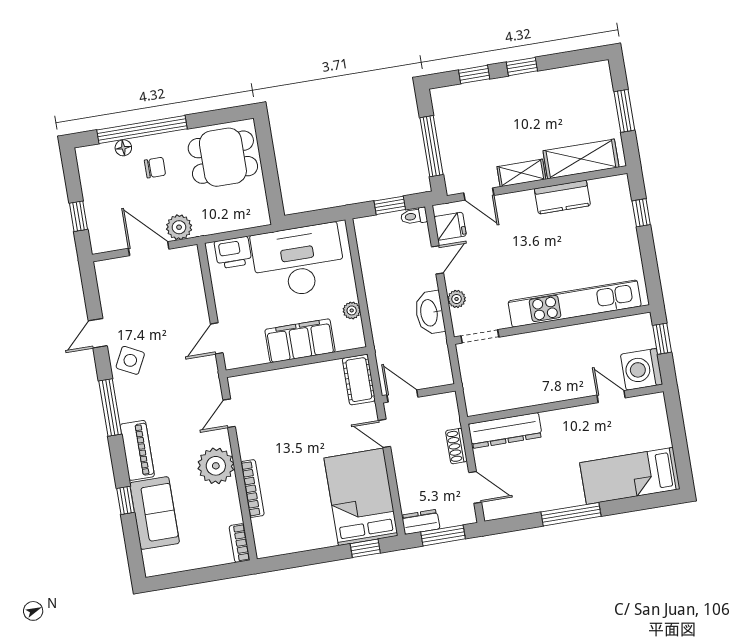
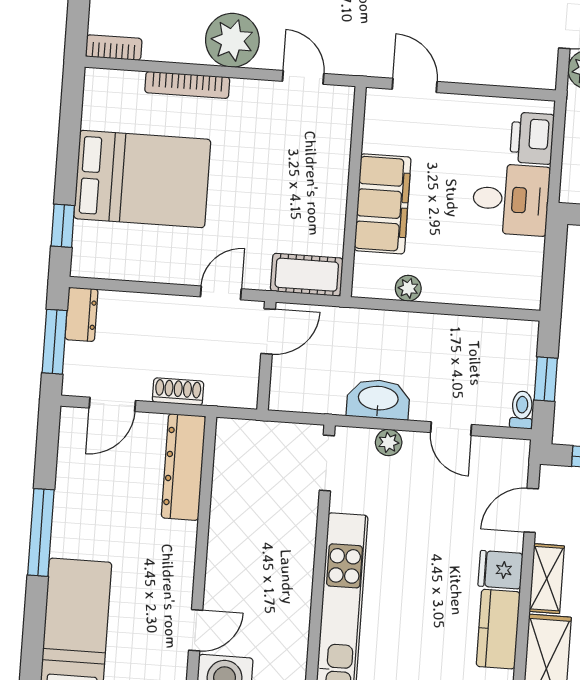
fridge: (450, 226) -> (500, 570), moved, turned 90
desk: (298, 261) -> (511, 199), width x0.53, depth x0.77
bed: (361, 497) -> (142, 179), moved

